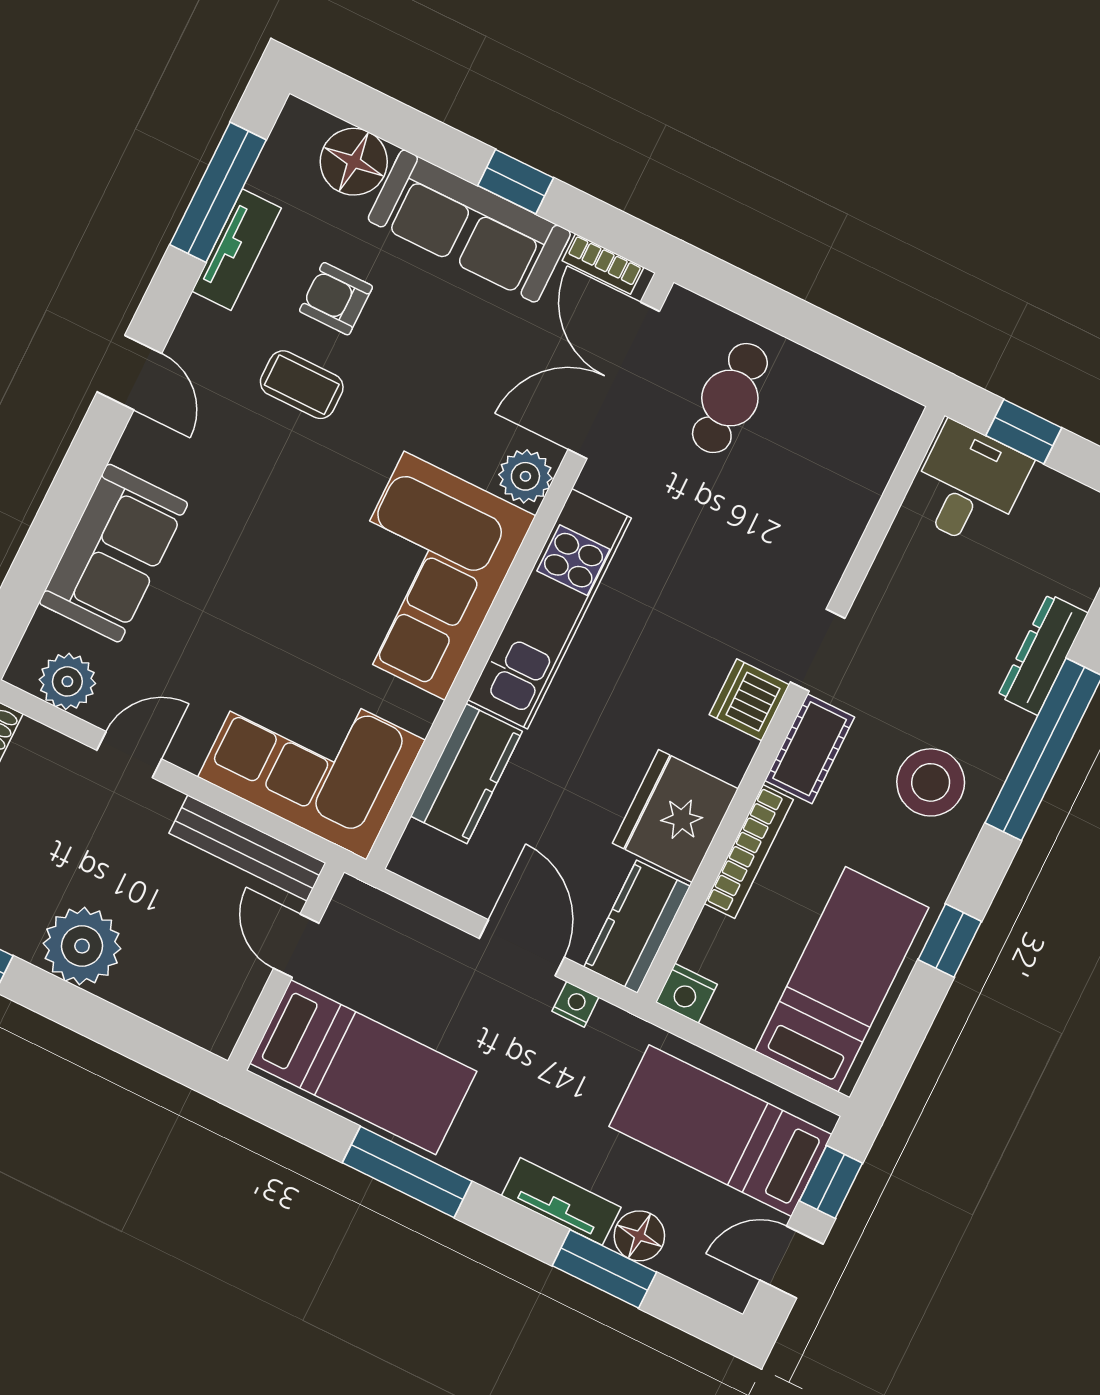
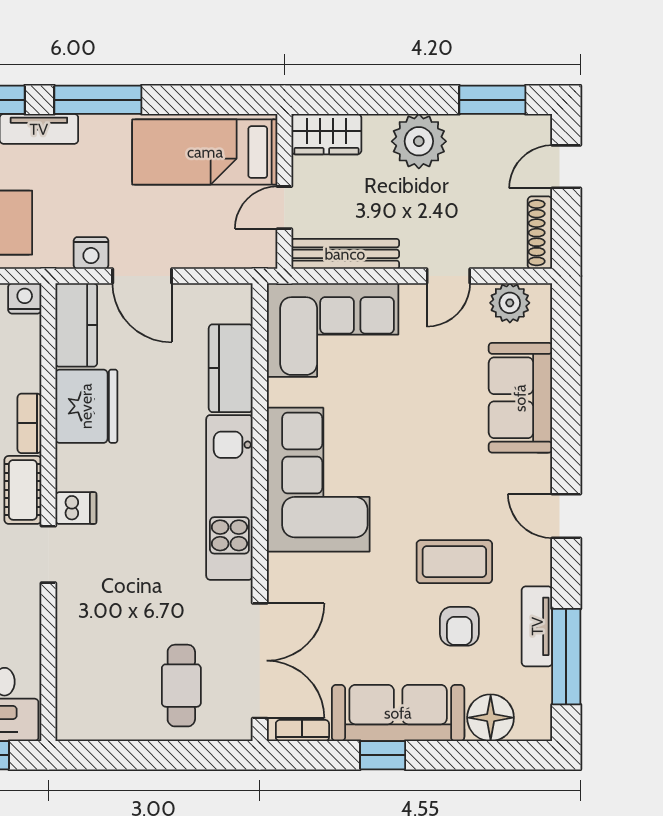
armchair: (336, 299) -> (459, 626), turned 90
coffee table: (302, 385) -> (454, 562), width x1.36, depth x1.30
plant: (525, 476) -> (286, 573), removed
dishwasher: (749, 700) -> (76, 508), width x0.73
bookcase: (749, 851) -> (29, 423), width x0.64
door: (296, 946) -> (284, 208), swing flipped
nightstand: (575, 1004) -> (91, 253), width x1.39, depth x1.35
wardrobe: (196, 1013) -> (326, 134), added
window: (407, 1172) -> (98, 100), moved

